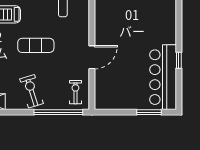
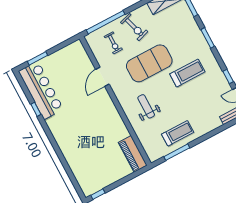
exercise mat: (36, 45) -> (149, 63), width x2.00, depth x1.45
exercise bike: (75, 92) -> (113, 43), moved

